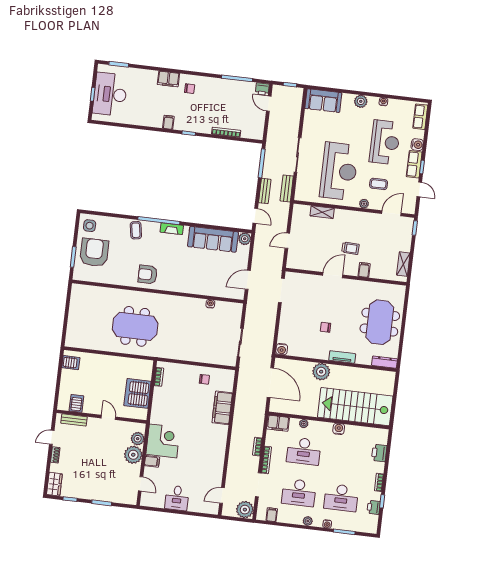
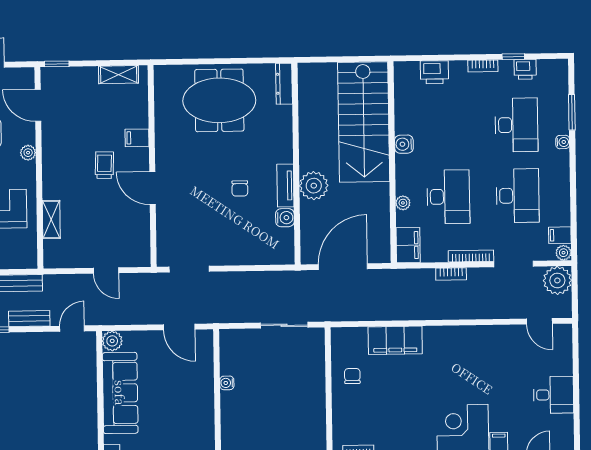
water cooler: (282, 349) -> (285, 218), moved
tv unit: (342, 357) -> (285, 185), moved
plant: (308, 521) -> (563, 253), moved

